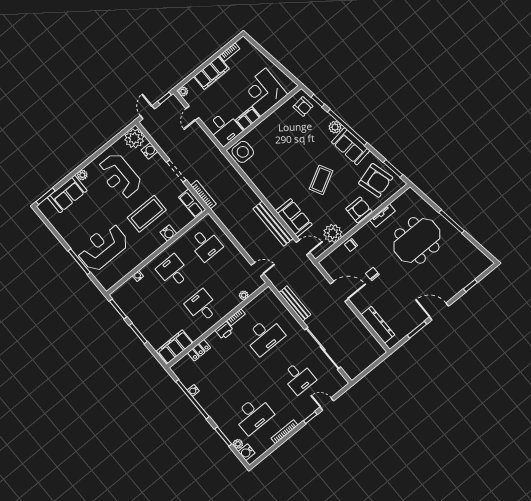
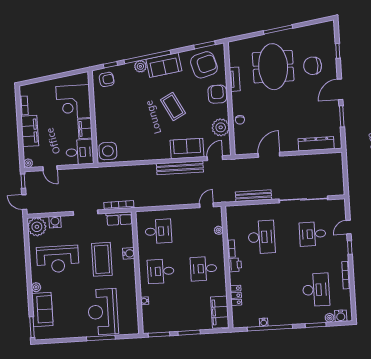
chair: (372, 274) -> (313, 66), moved, width x1.87, depth x1.87
desk: (299, 378) -> (313, 234), turned 180

